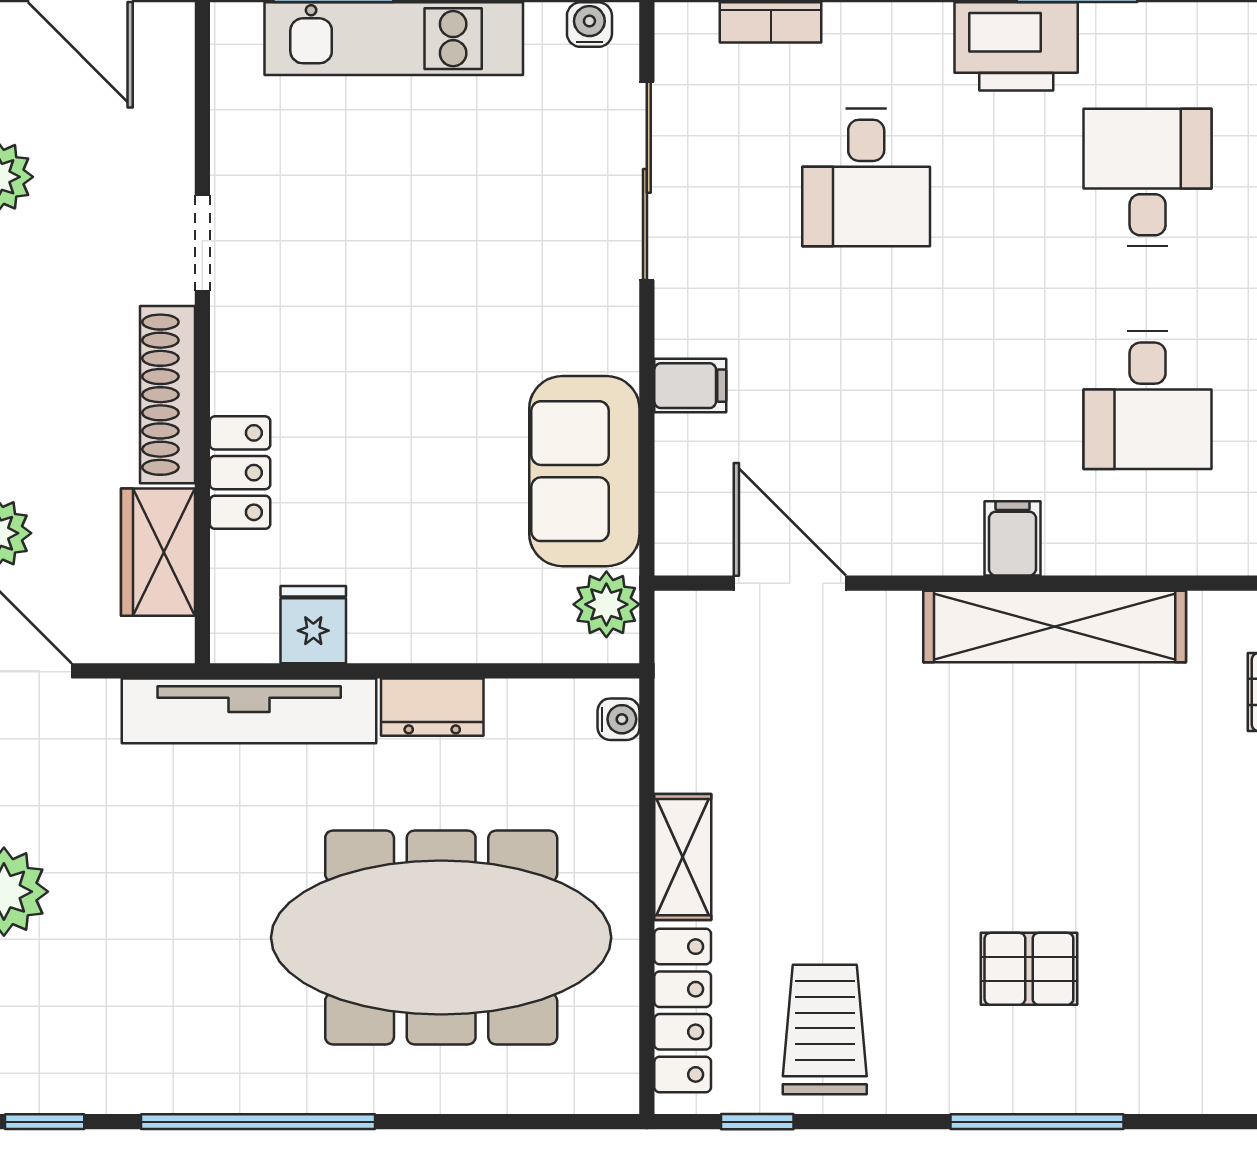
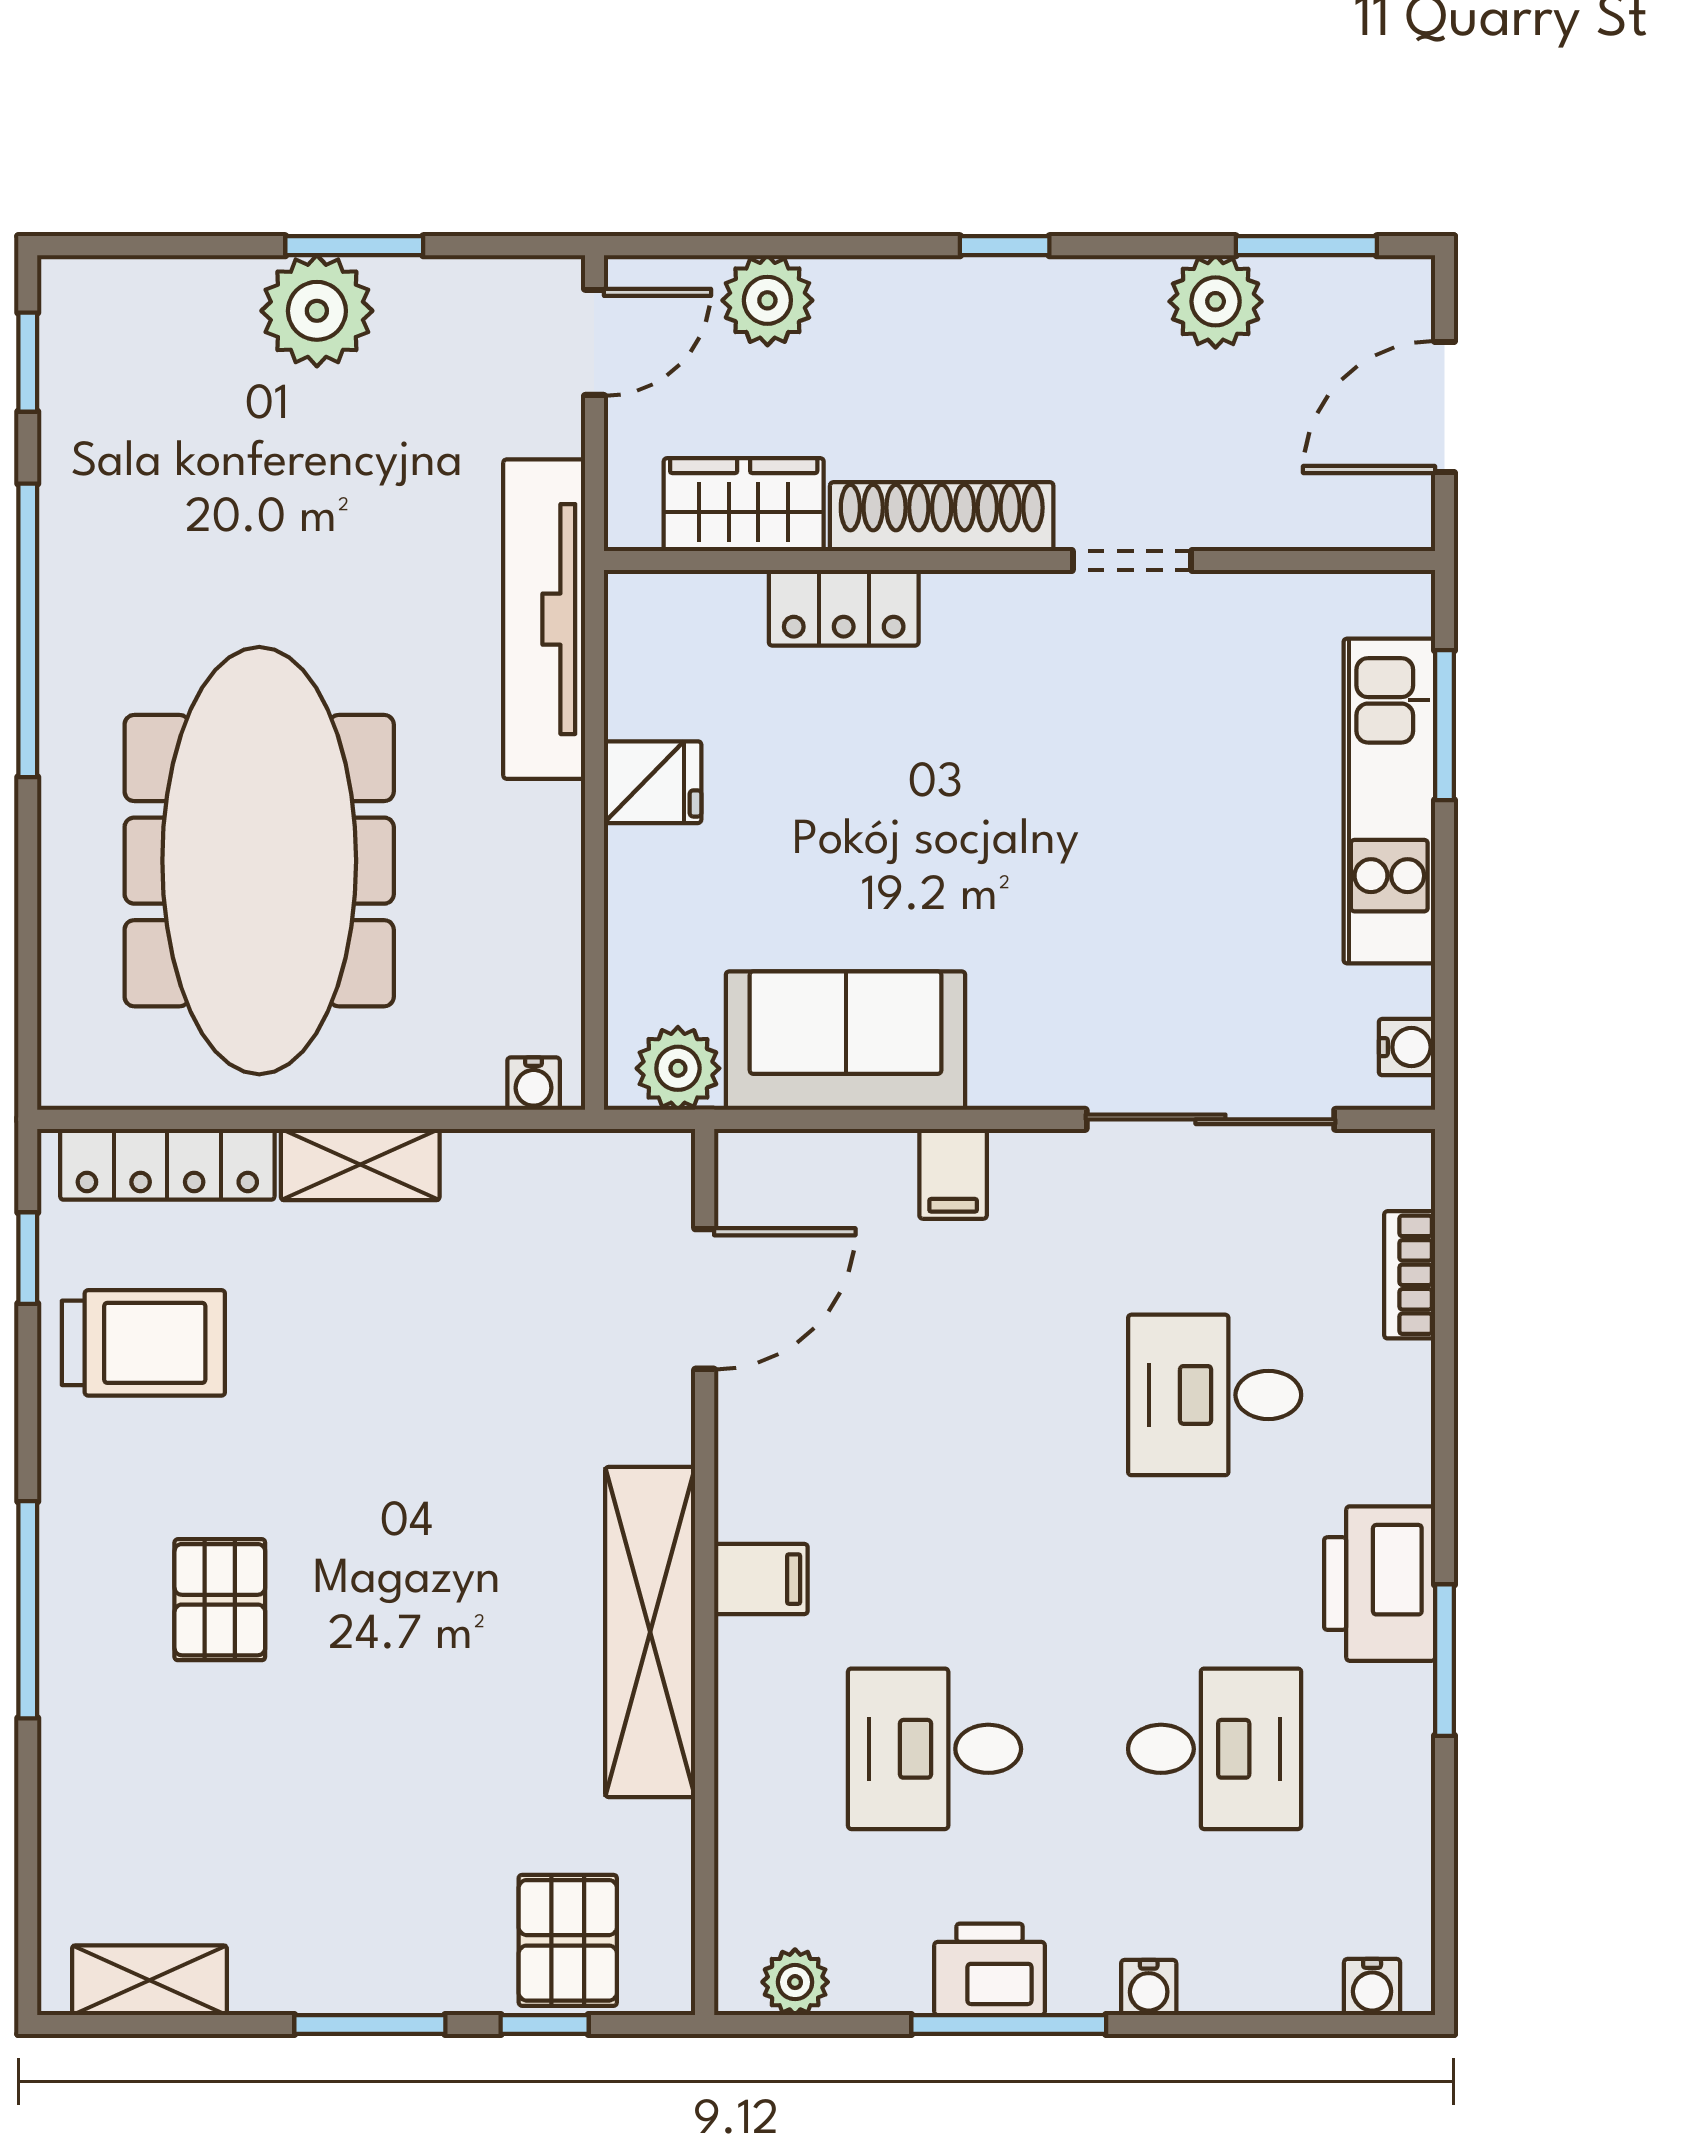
fridge: (313, 625) -> (653, 782), moved
dresser: (432, 707) -> (549, 849), removed

